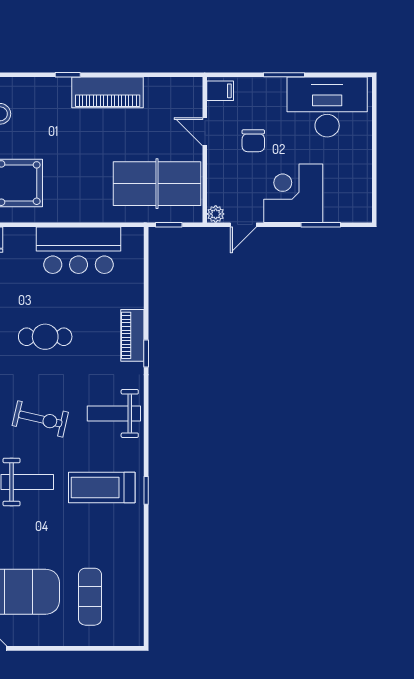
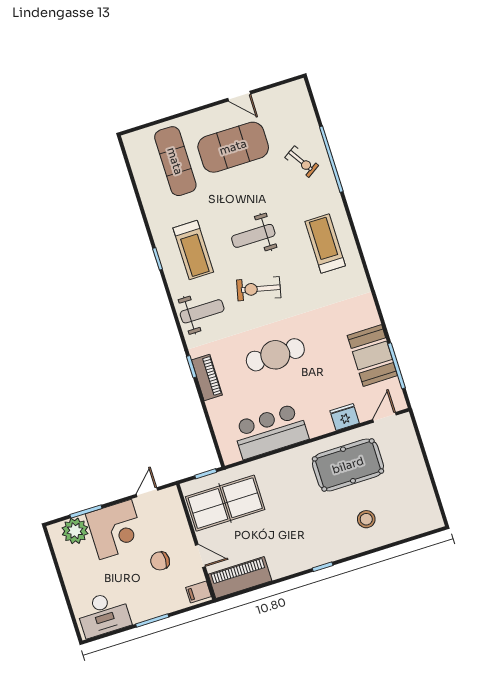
piano: (108, 92) -> (240, 578), moved
desk: (327, 107) -> (103, 614), width x0.73, depth x0.77
chair: (253, 141) -> (160, 561), turned -90
plant: (216, 214) -> (75, 531), moved, width x1.87, depth x1.87
cafe table: (45, 337) -> (275, 355), width x1.37, depth x1.35
treadmill: (102, 488) -> (193, 250), turned 90
exercise mat: (90, 597) -> (175, 161), width x1.36, depth x1.45

